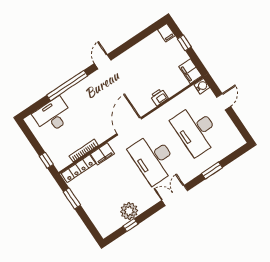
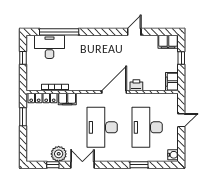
filing cabinet: (166, 33) -> (168, 42), width x2.00
door: (103, 62) -> (134, 32), moved
window: (67, 86) -> (59, 32), moved
water cooler: (202, 86) -> (173, 155), moved
door: (129, 126) -> (114, 92), moved
window: (46, 160) -> (23, 58), moved
double door: (175, 196) -> (82, 165), moved

